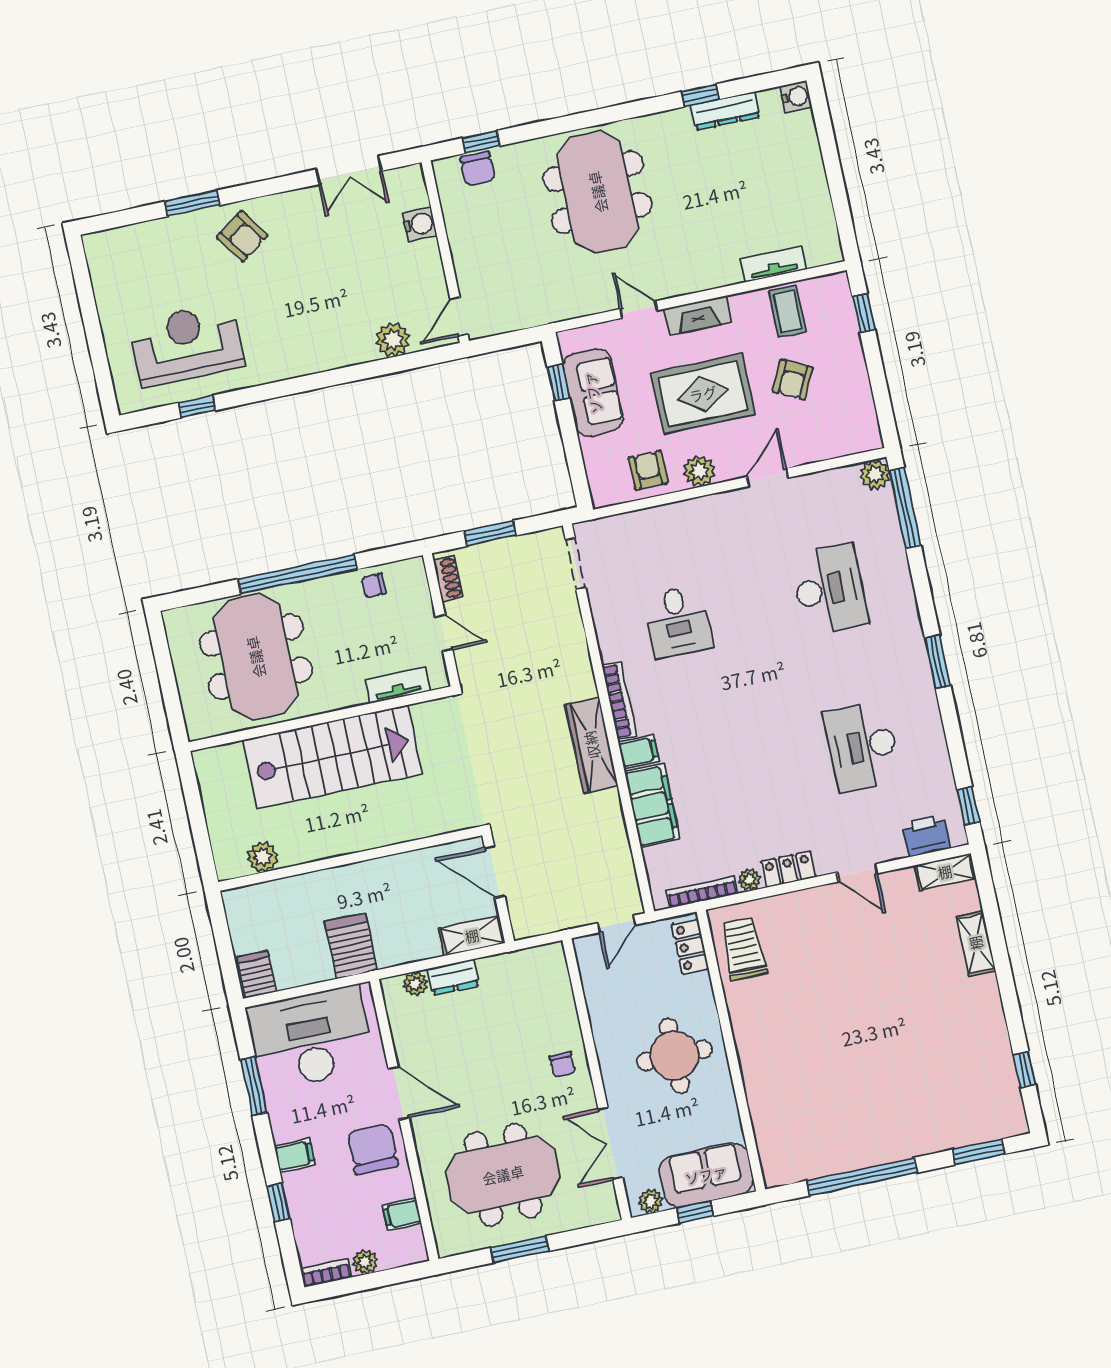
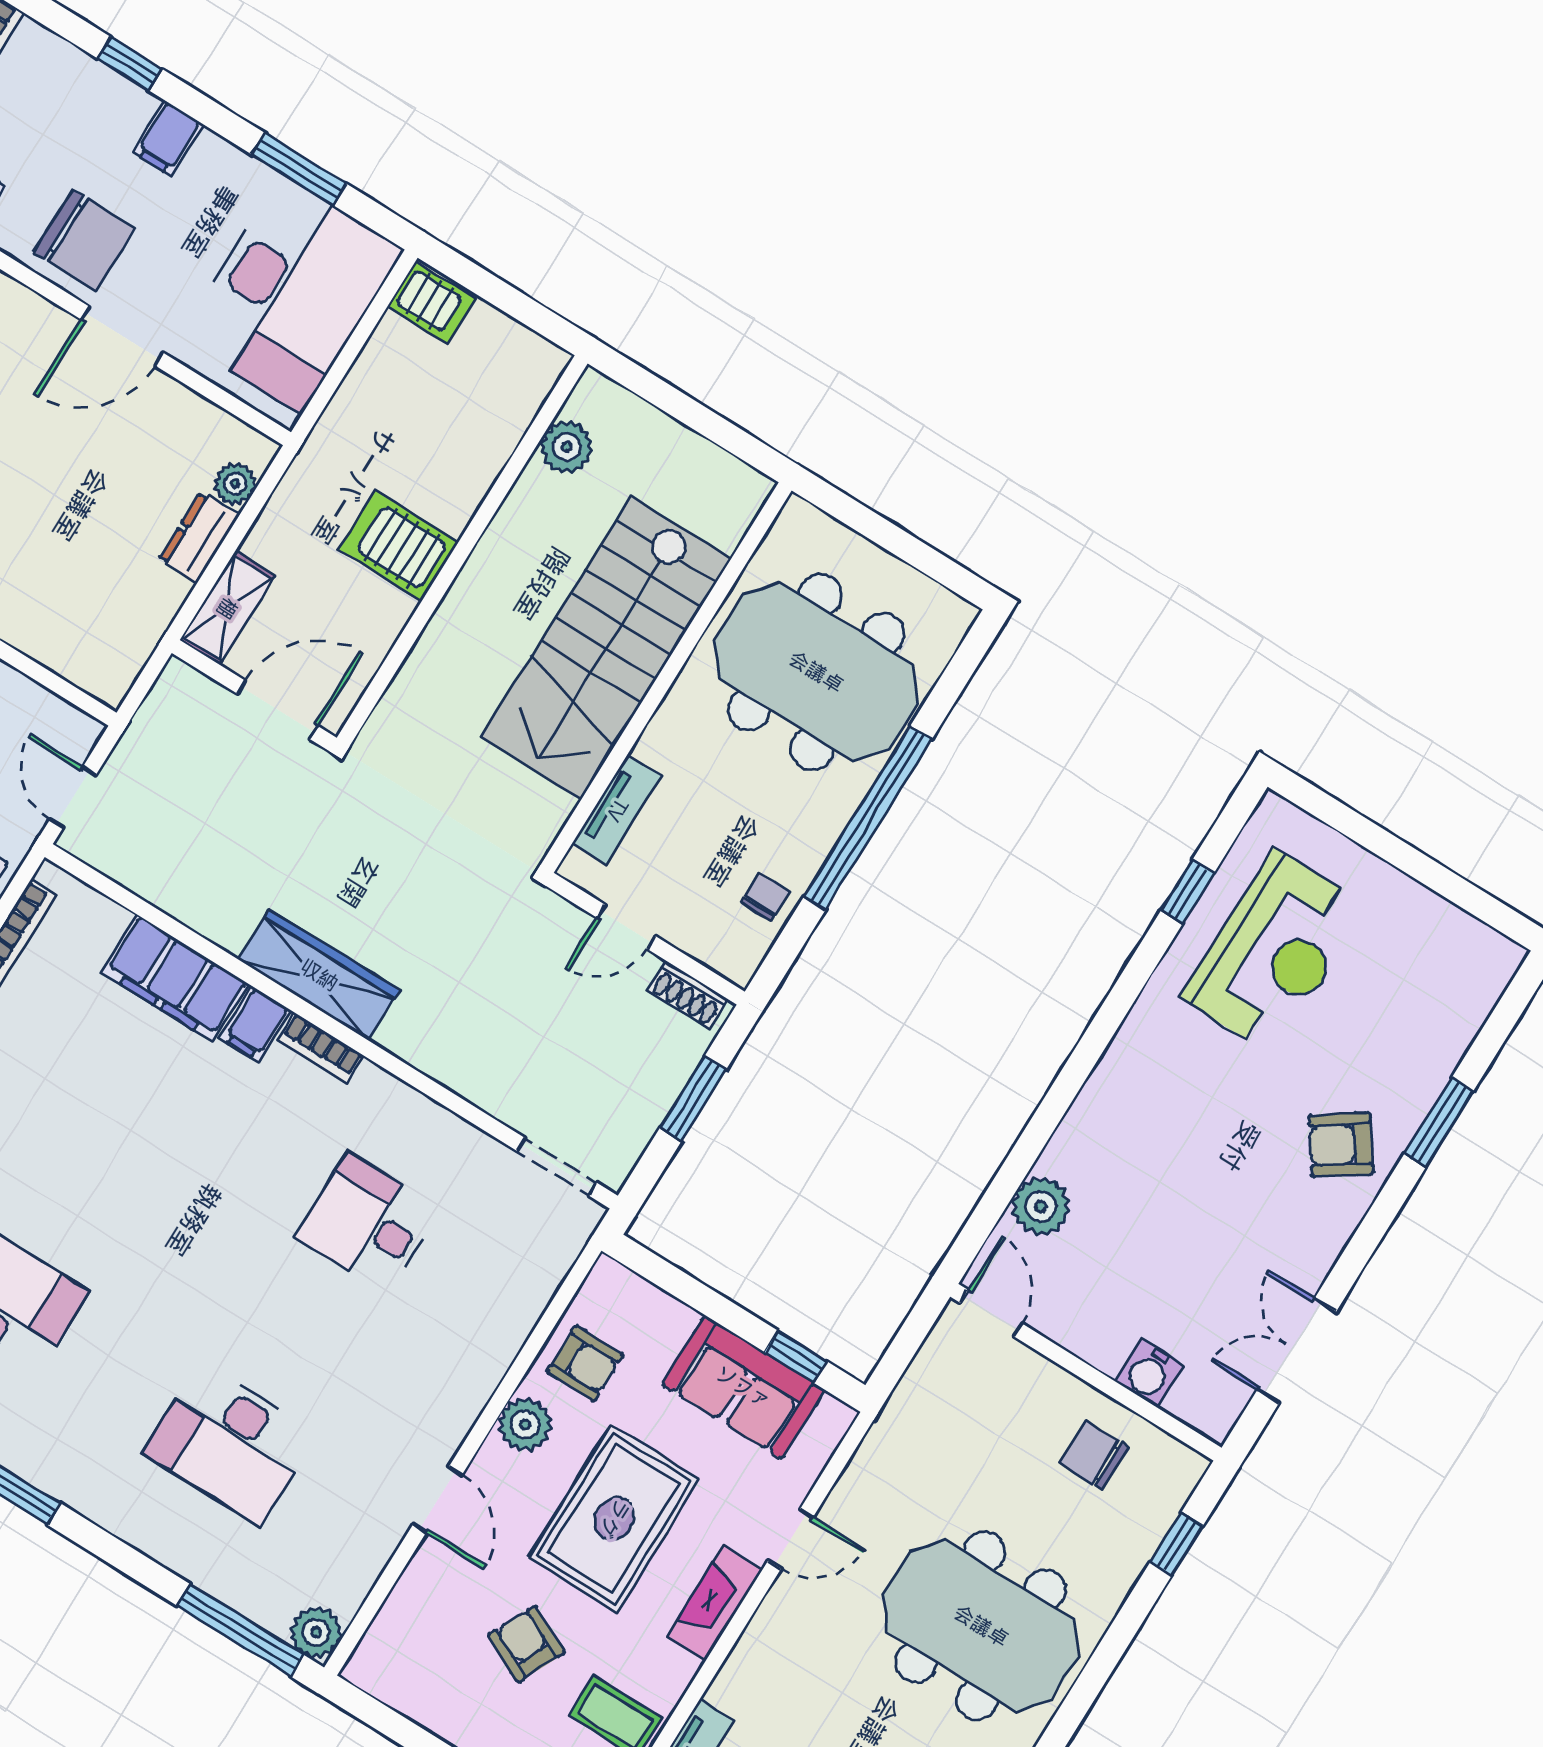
chair: (478, 169) -> (1094, 1455), moved
bookcase: (619, 701) -> (321, 1048), width x0.64
server rack: (351, 946) -> (398, 545), moved, turned 180

